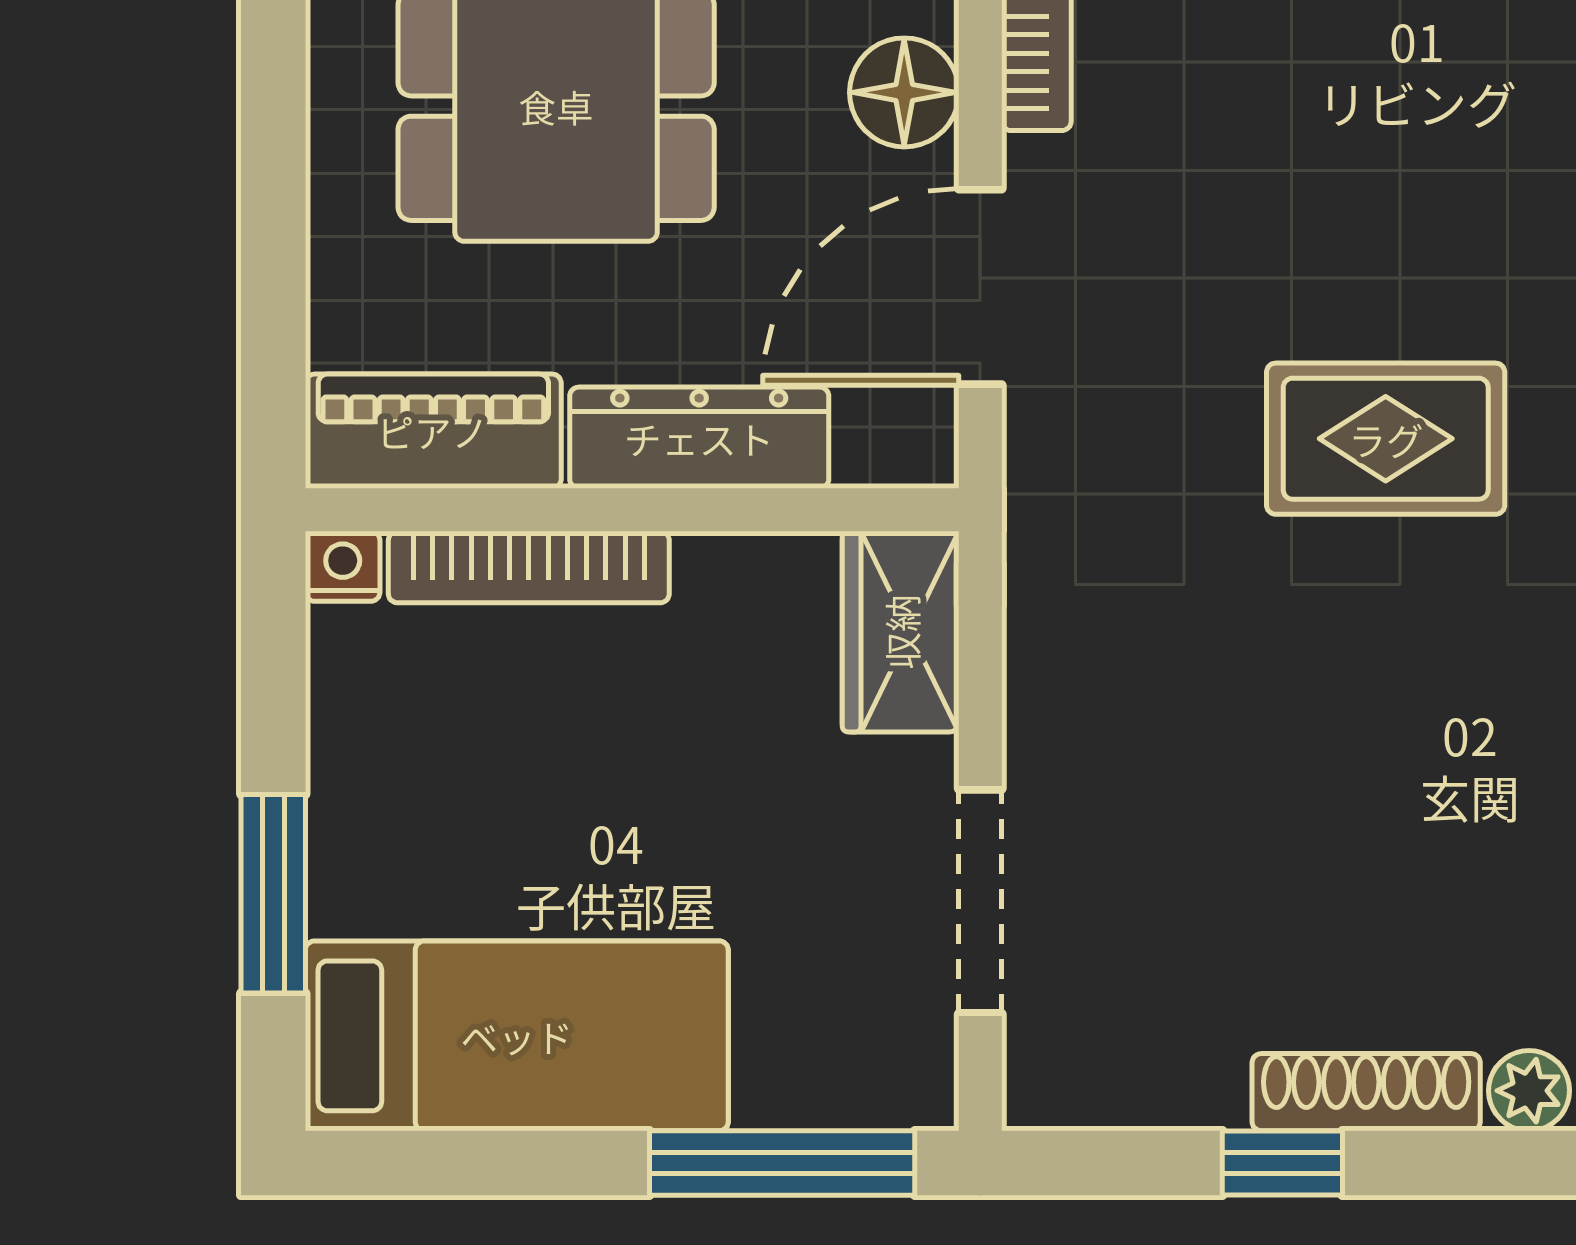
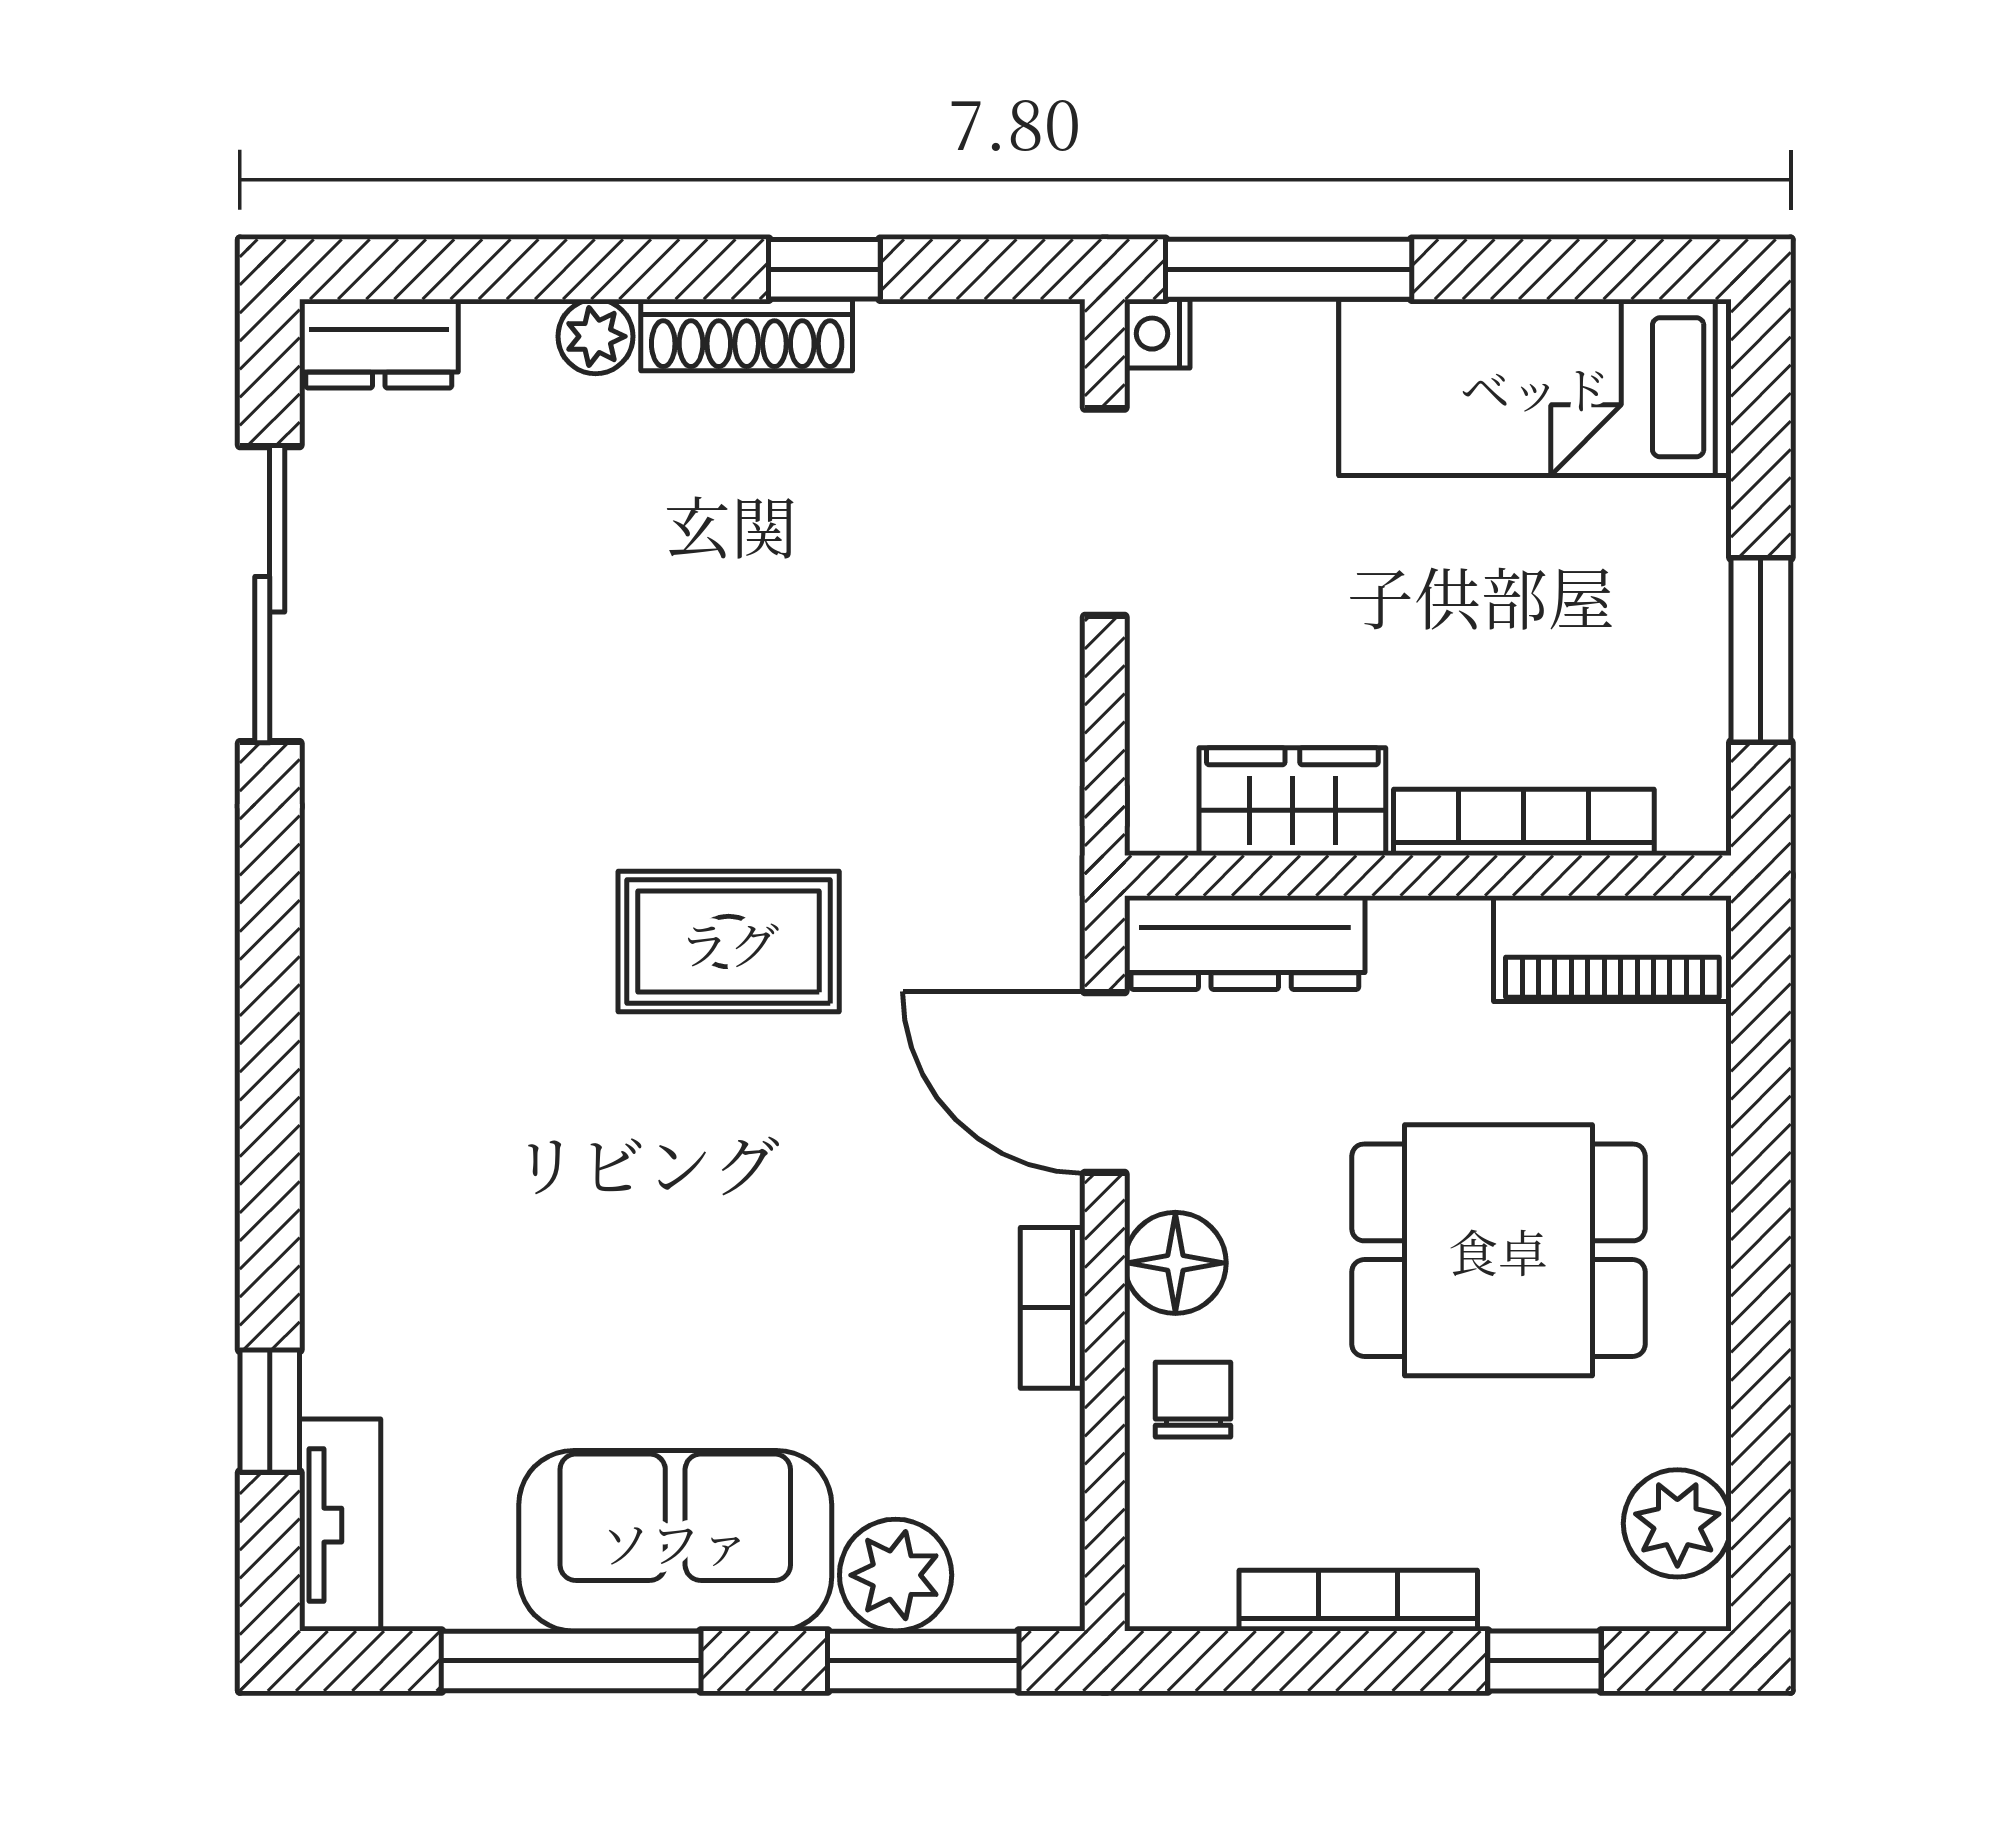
door: (980, 287) -> (1105, 1082), swing flipped
dresser: (699, 438) -> (1245, 943), moved
nightstand: (343, 566) -> (1157, 334), moved, turned 90
wardrobe: (901, 632) -> (1292, 802), moved, turned -90
window: (273, 894) -> (1761, 650), moved

